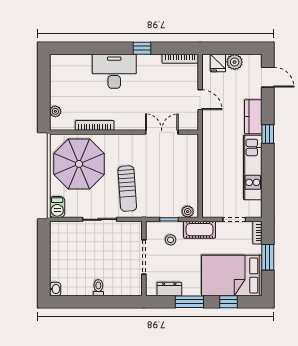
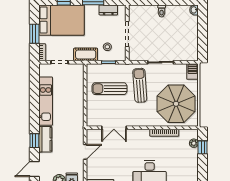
door: (268, 77) -> (34, 169), hinge flipped
door: (200, 100) -> (85, 152), swing flipped
window: (44, 106) -> (203, 147), added
window: (268, 134) -> (34, 141), moved
sun lounger: (168, 184) -> (109, 89), added
plant: (188, 212) -> (94, 68), removed

